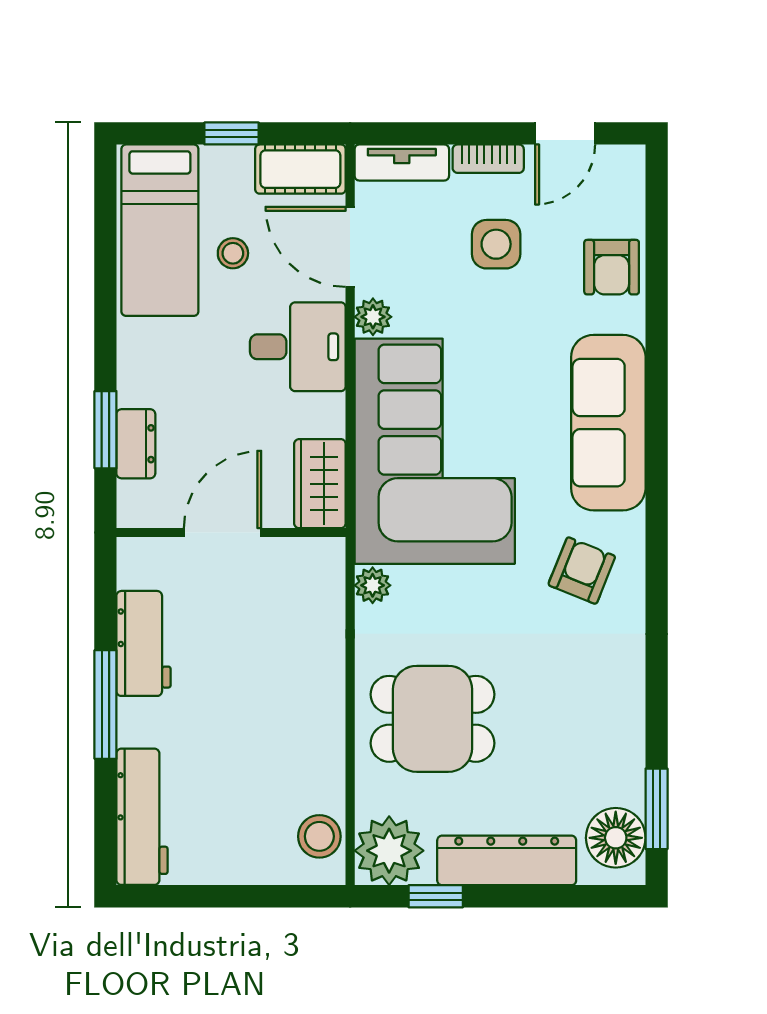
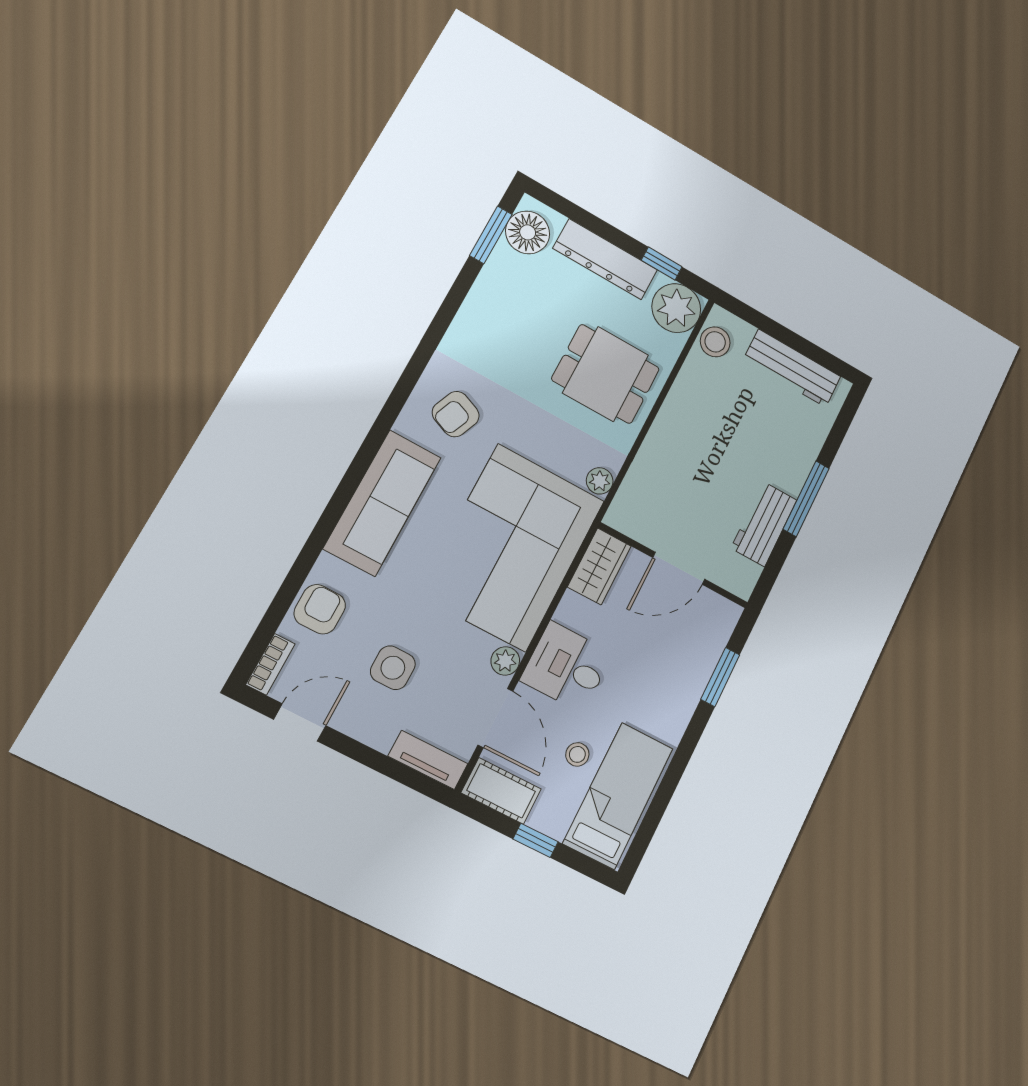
bookcase: (488, 159) -> (270, 664), moved, turned 90
dresser: (136, 444) -> (705, 657), removed
workbench: (142, 817) -> (792, 368), moved, turned -90

